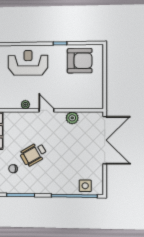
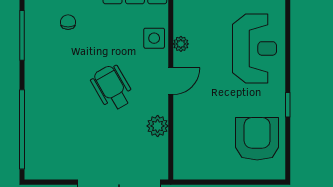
armchair: (80, 61) -> (257, 139), turned 180
wheelchair: (33, 154) -> (112, 88), moved
side table: (85, 186) -> (154, 38), moved

